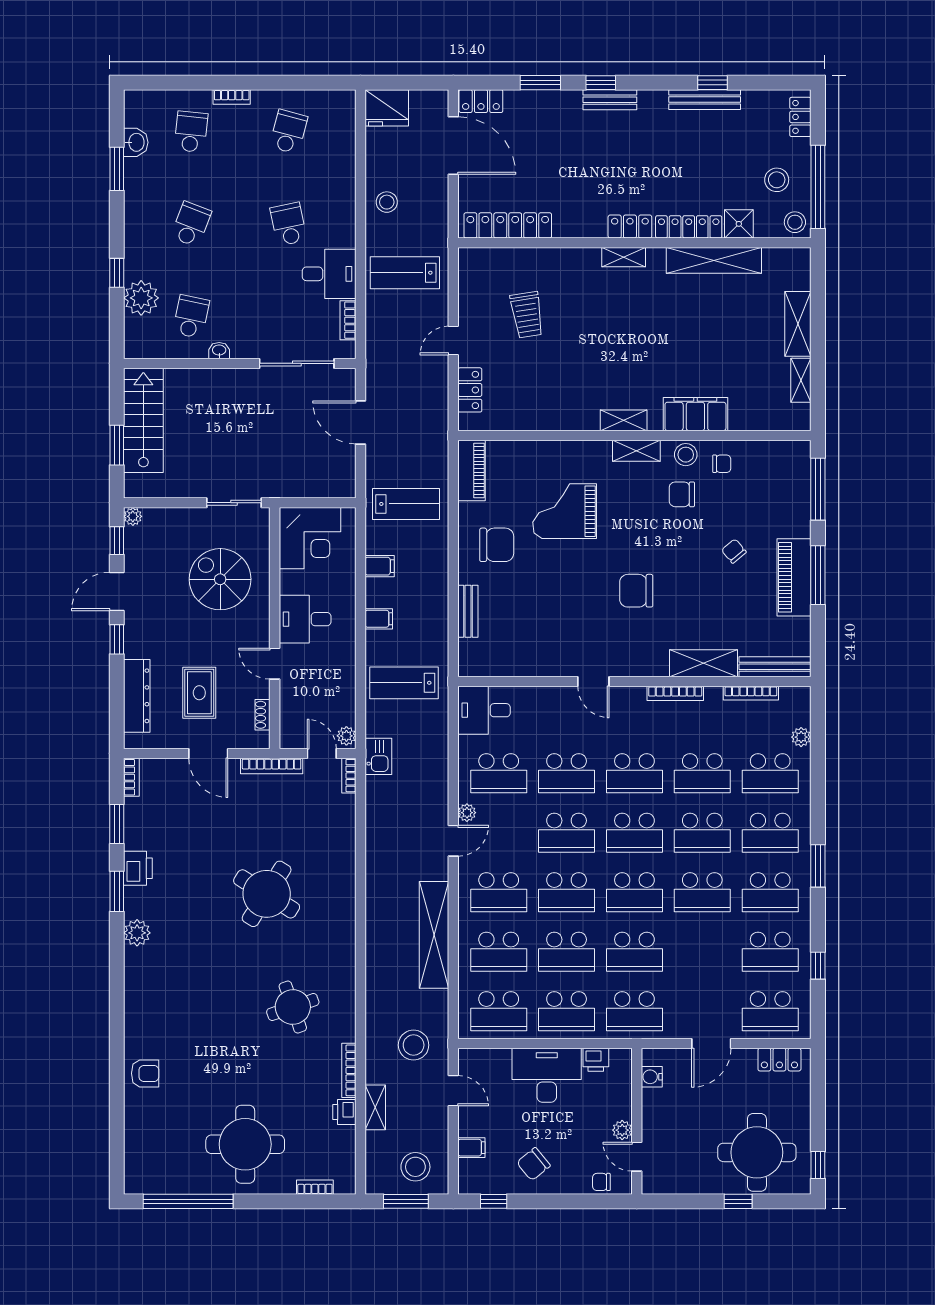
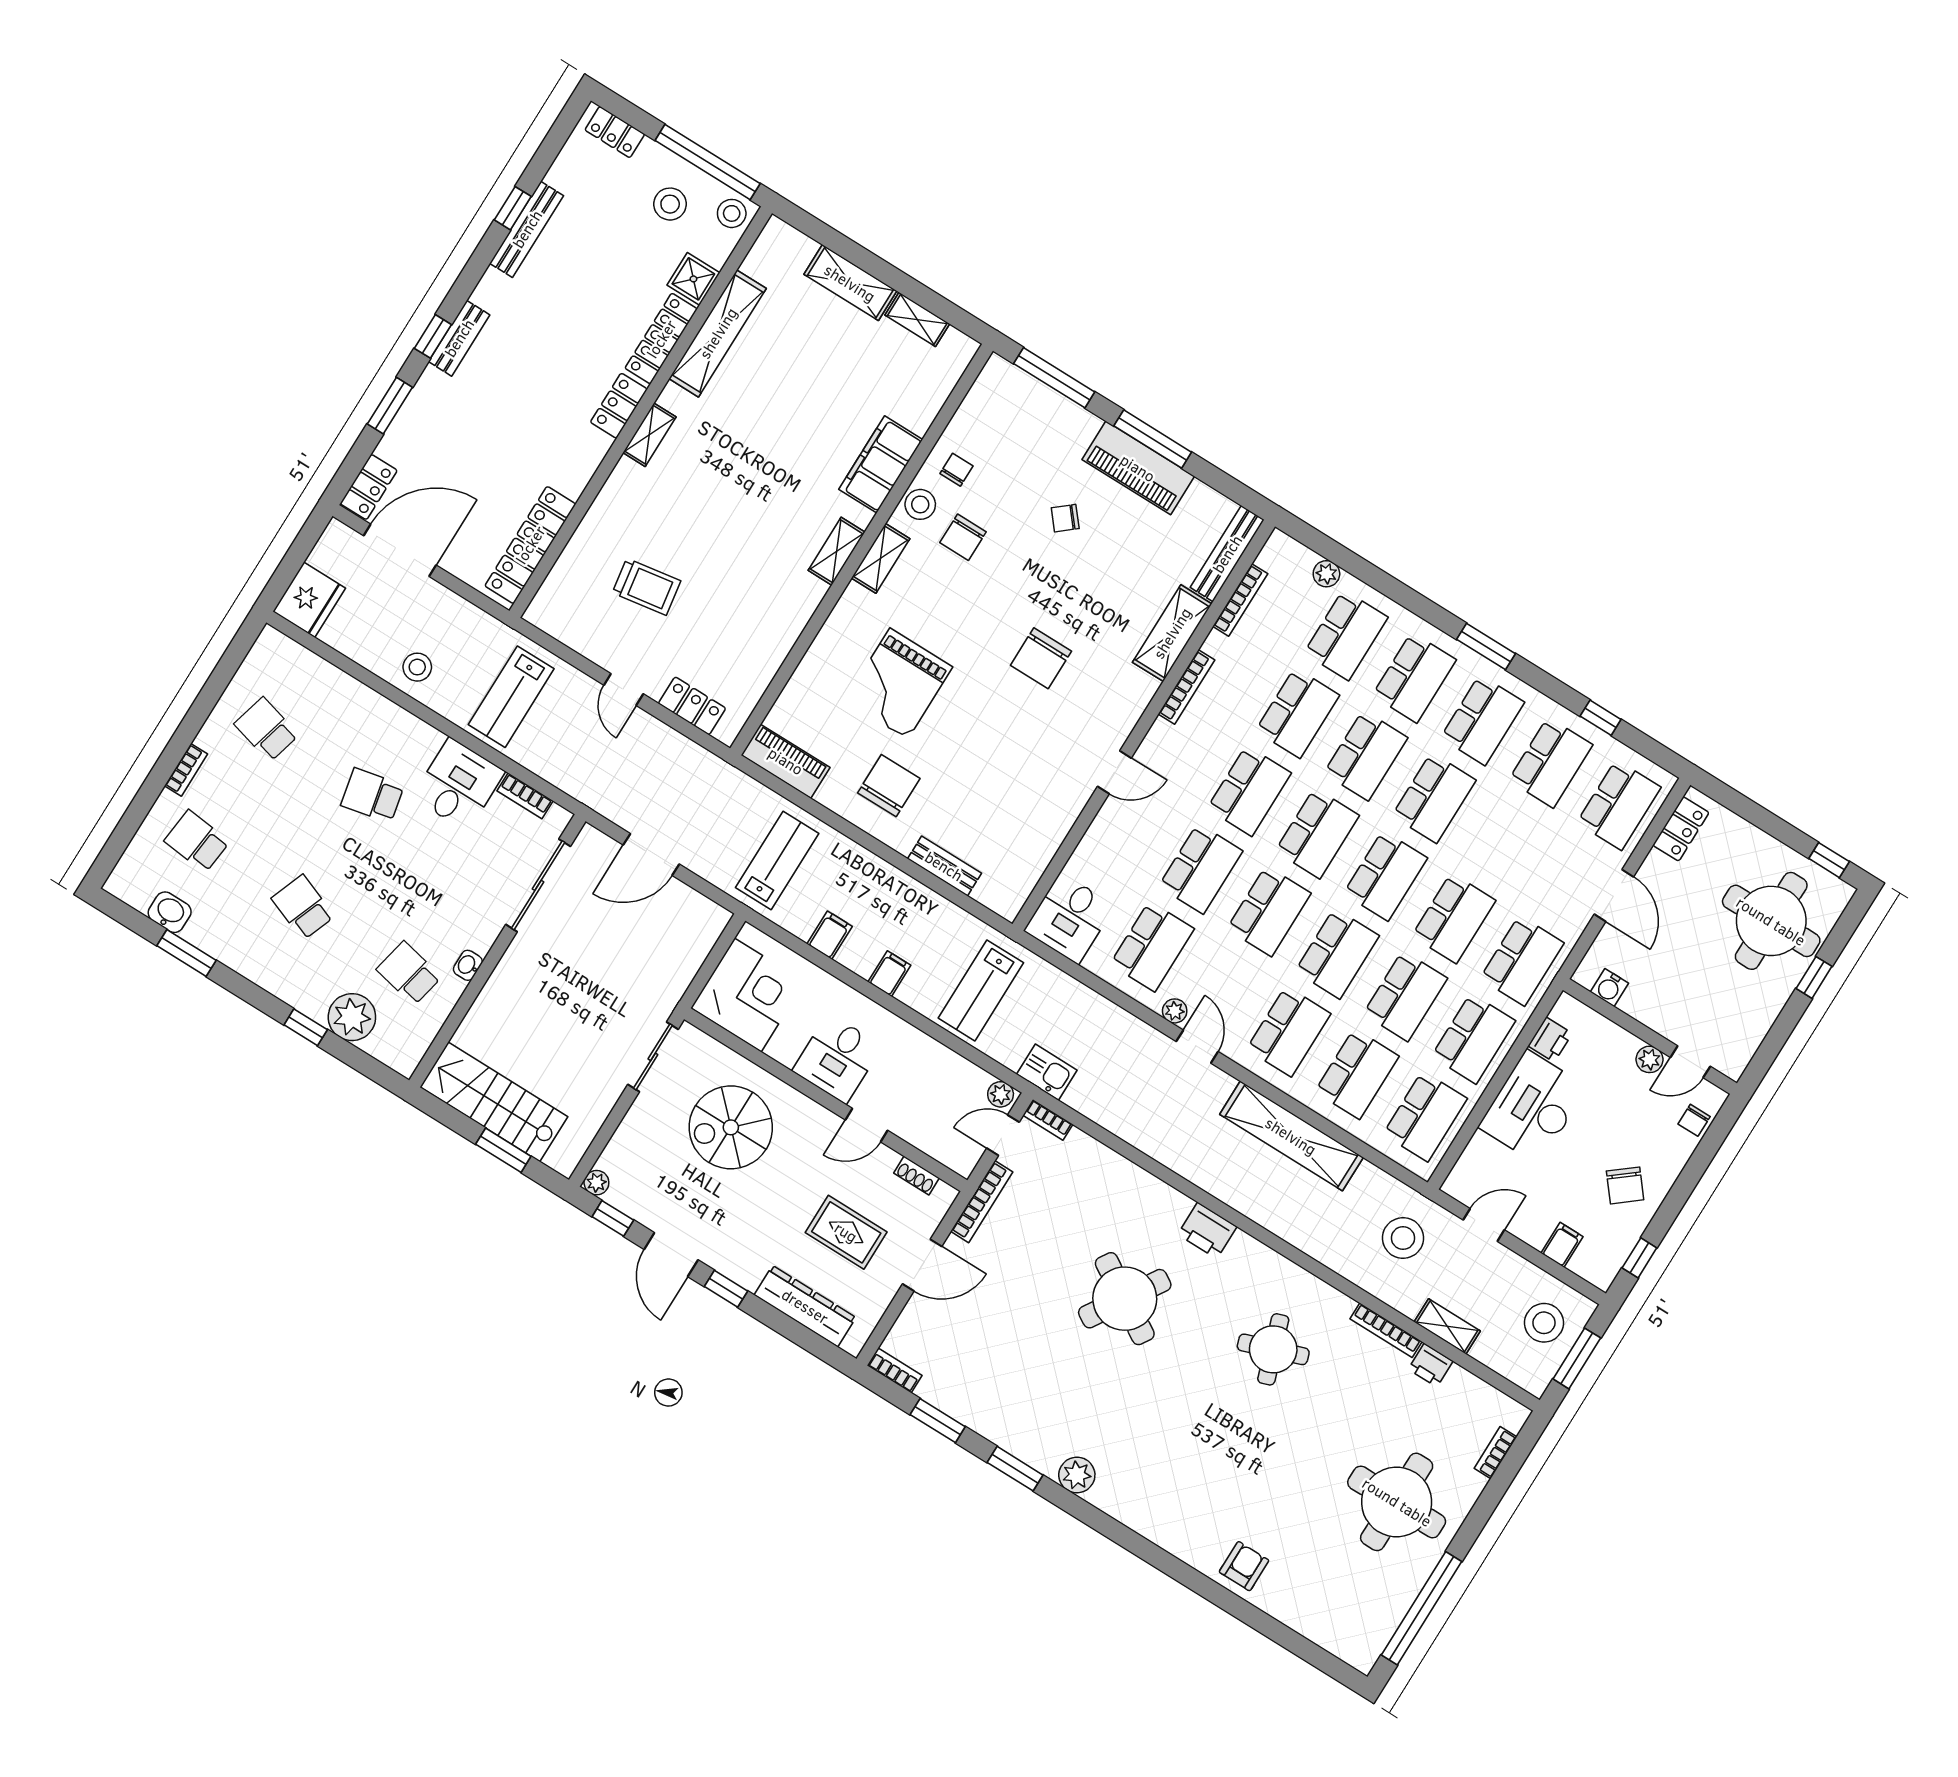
printer: (138, 868) -> (1207, 1231), moved, turned 180

